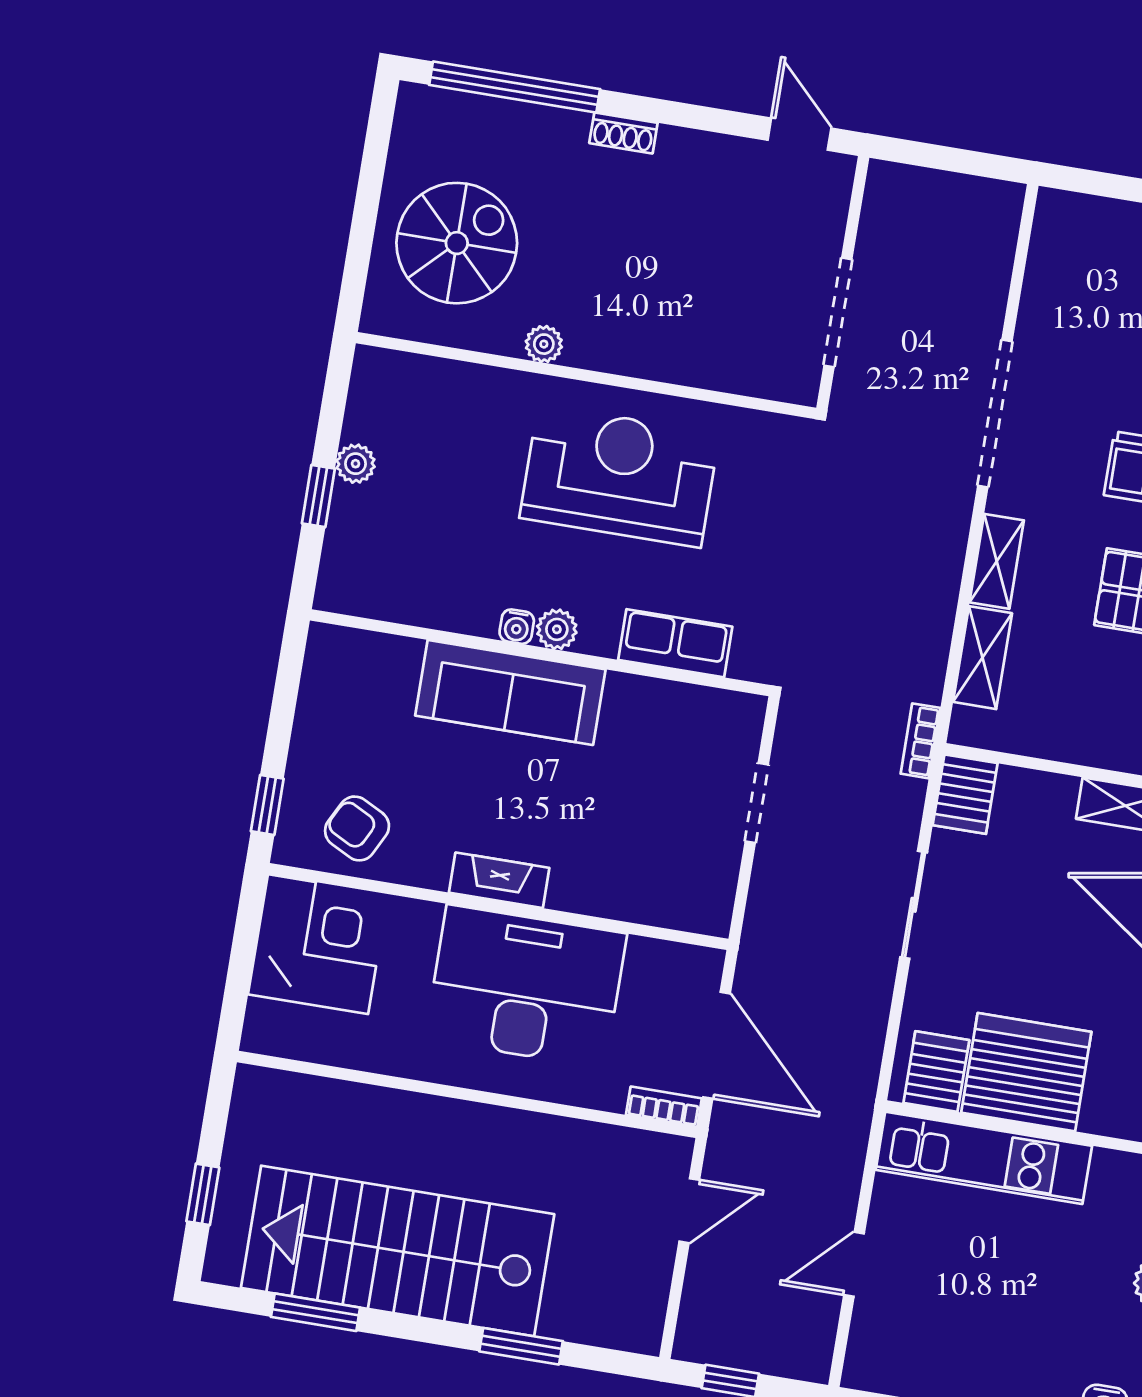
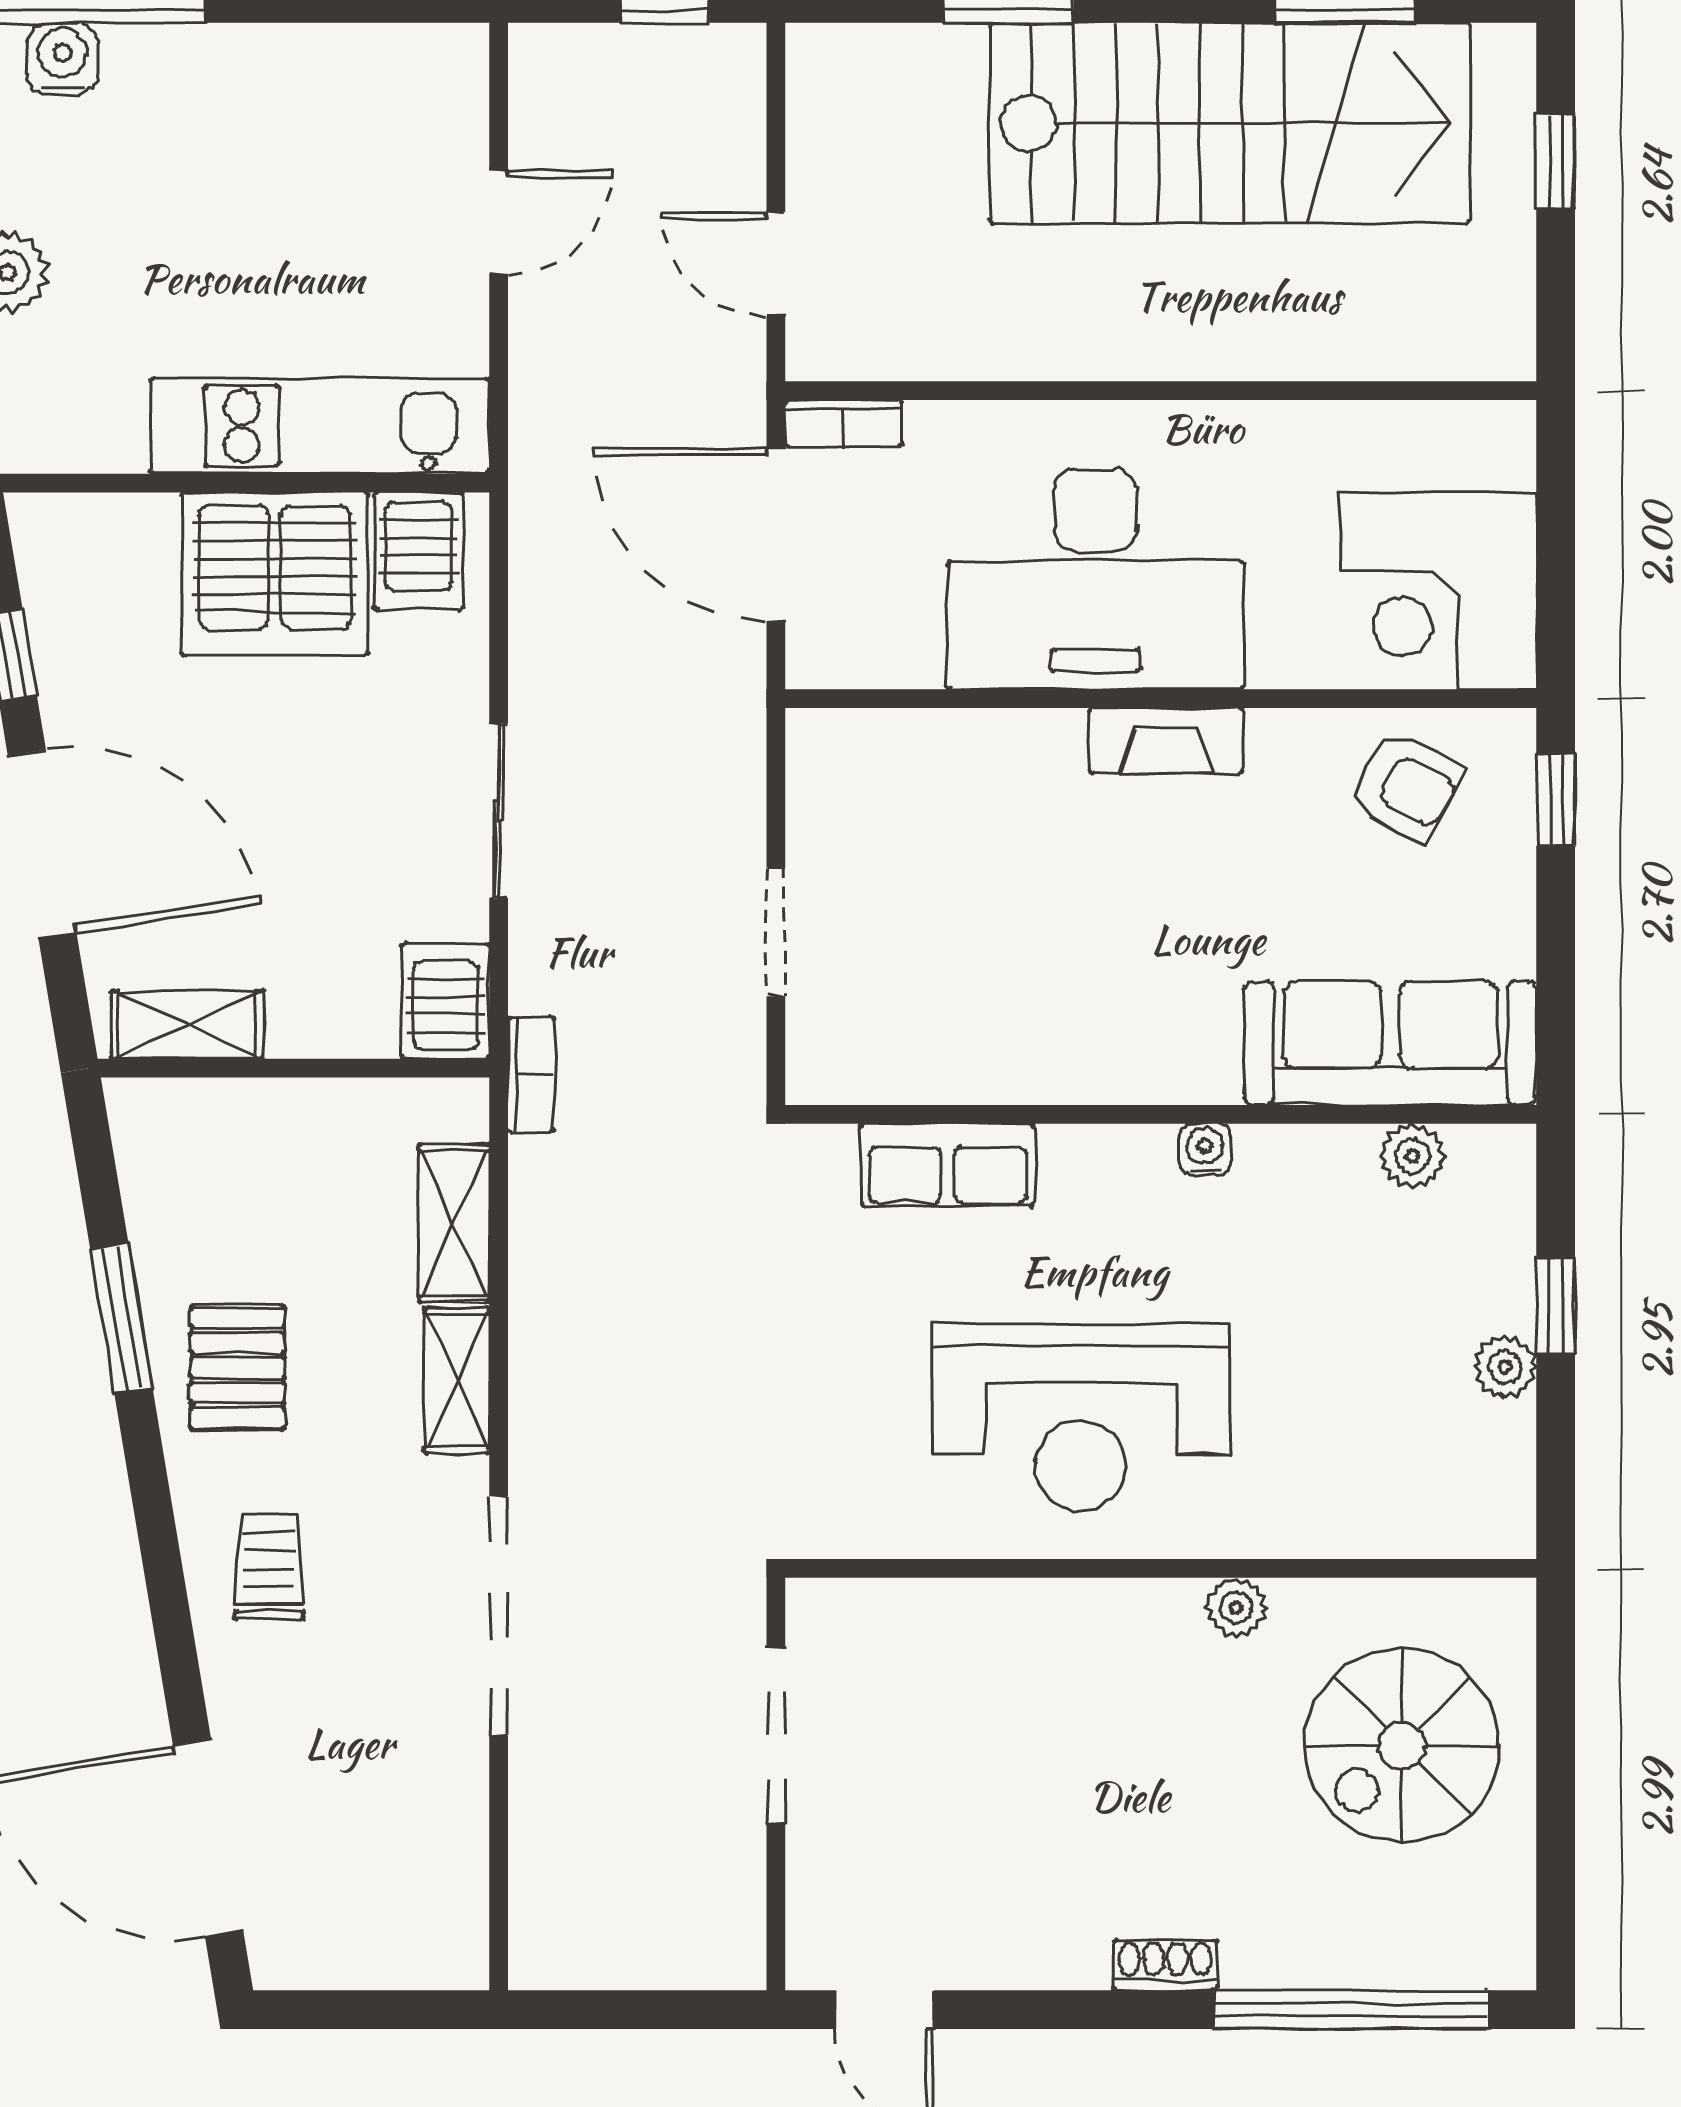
plant: (557, 629) -> (1413, 1156), moved
sofa: (510, 692) -> (1391, 1043), moved
door: (689, 1211) -> (776, 264), hinge flipped

